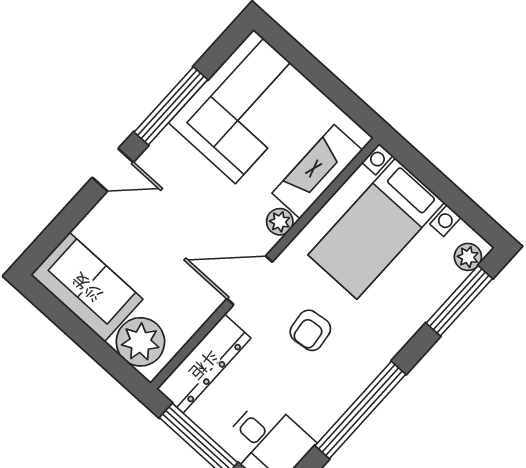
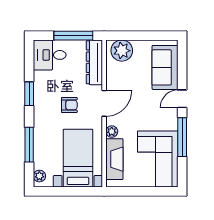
sofa: (87, 287) -> (165, 67), moved, turned 90
window: (459, 301) -> (29, 145), moved
armchair: (310, 330) -> (69, 105), turned 97
window: (360, 410) -> (29, 94), width x0.47

